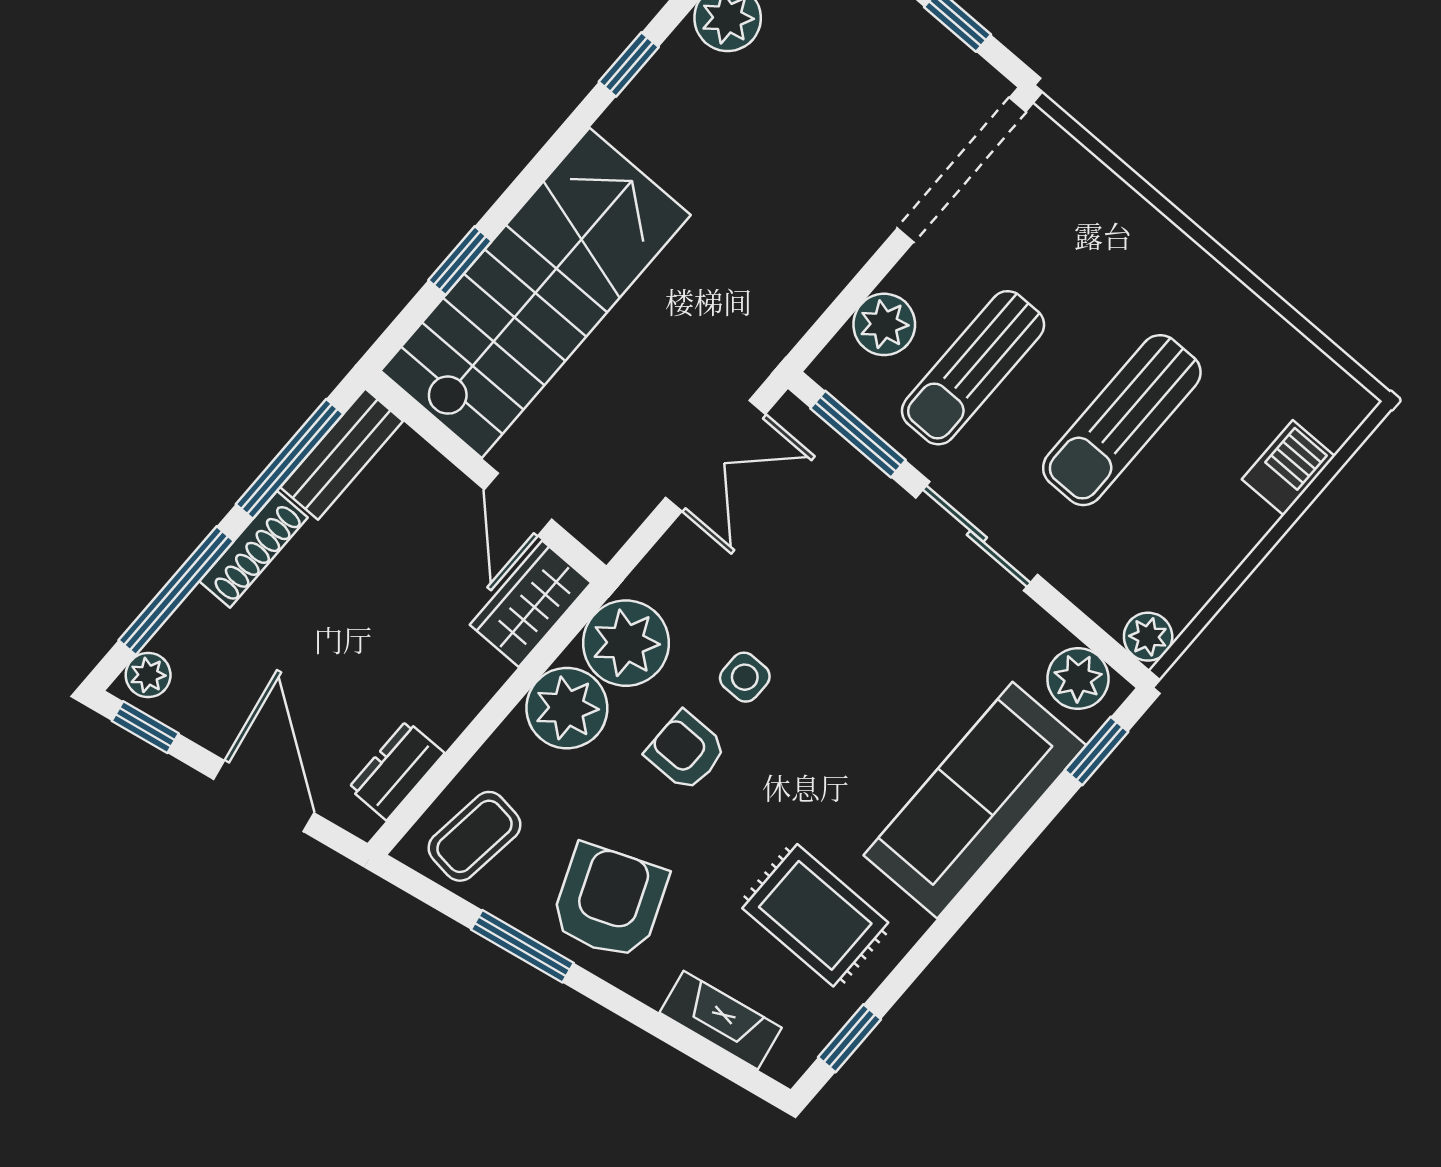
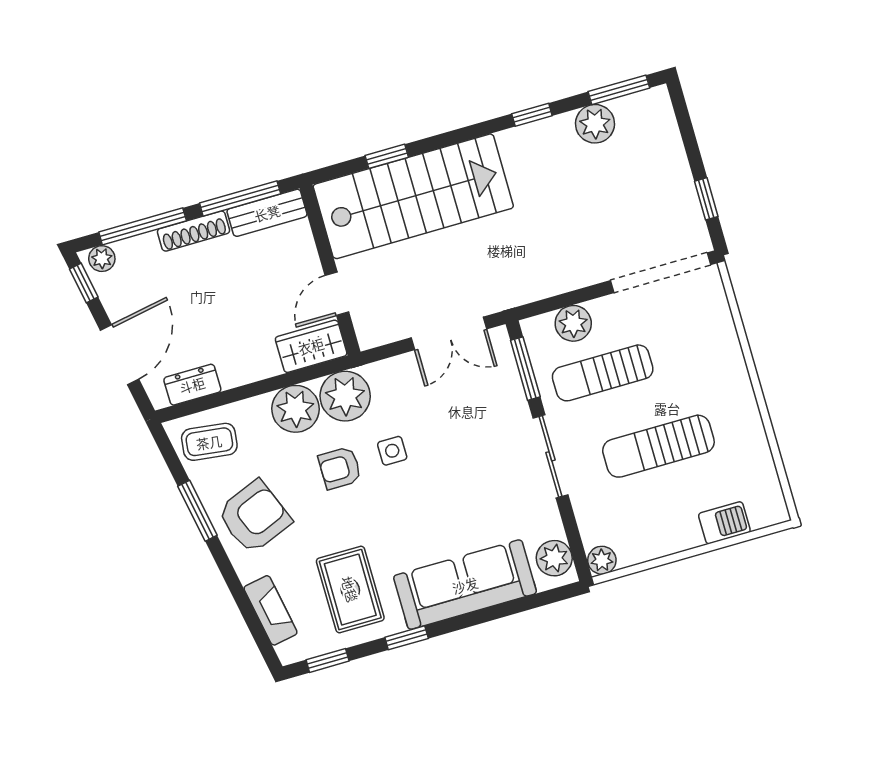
armchair: (686, 751) -> (340, 468), turned -90
window: (1097, 751) -> (407, 638), moved

